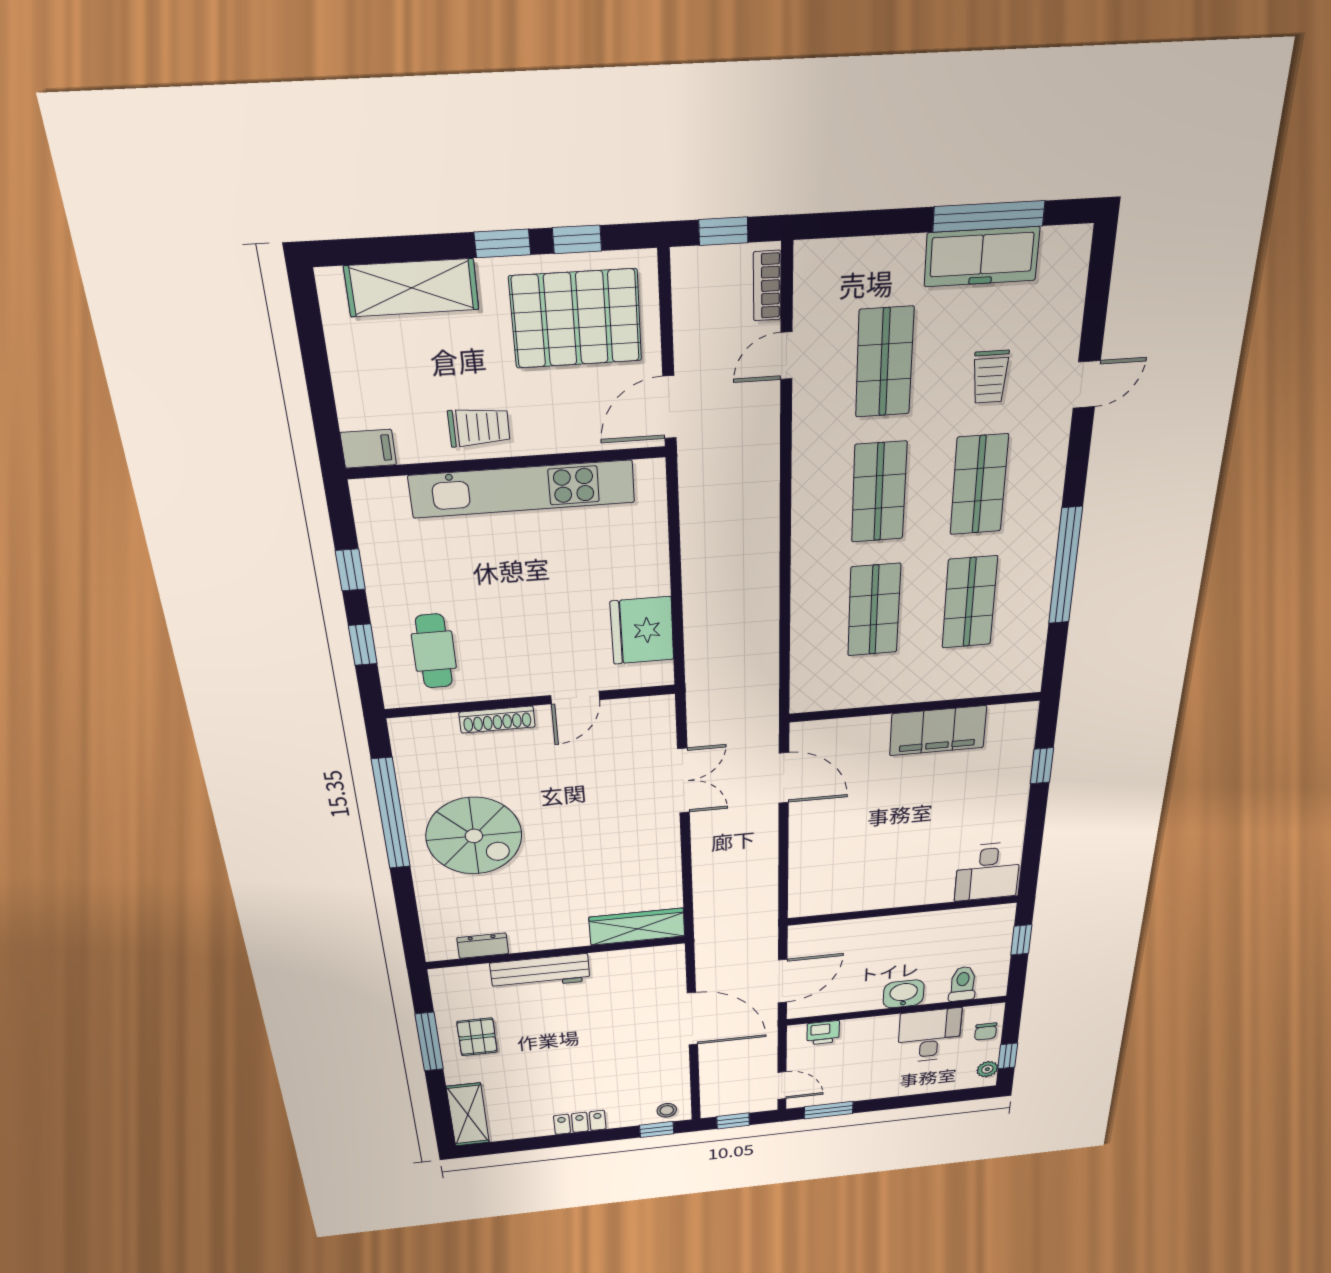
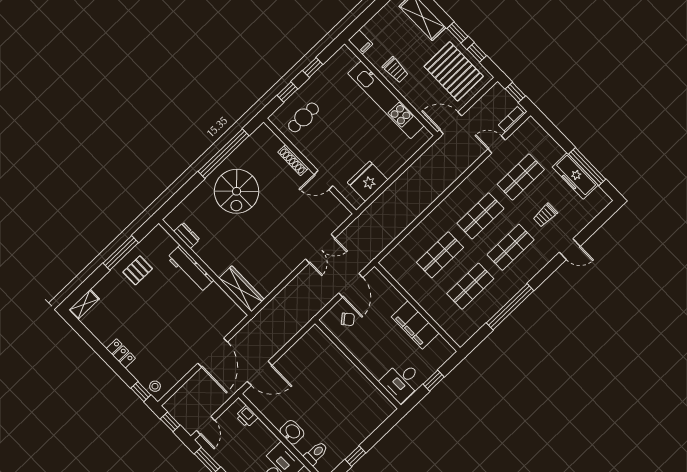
chair: (829, 818) -> (348, 319), added
desk: (988, 872) -> (402, 381), moved
wall: (903, 910) -> (358, 364), moved
shelving: (468, 1115) -> (84, 304), width x0.67, depth x0.75

